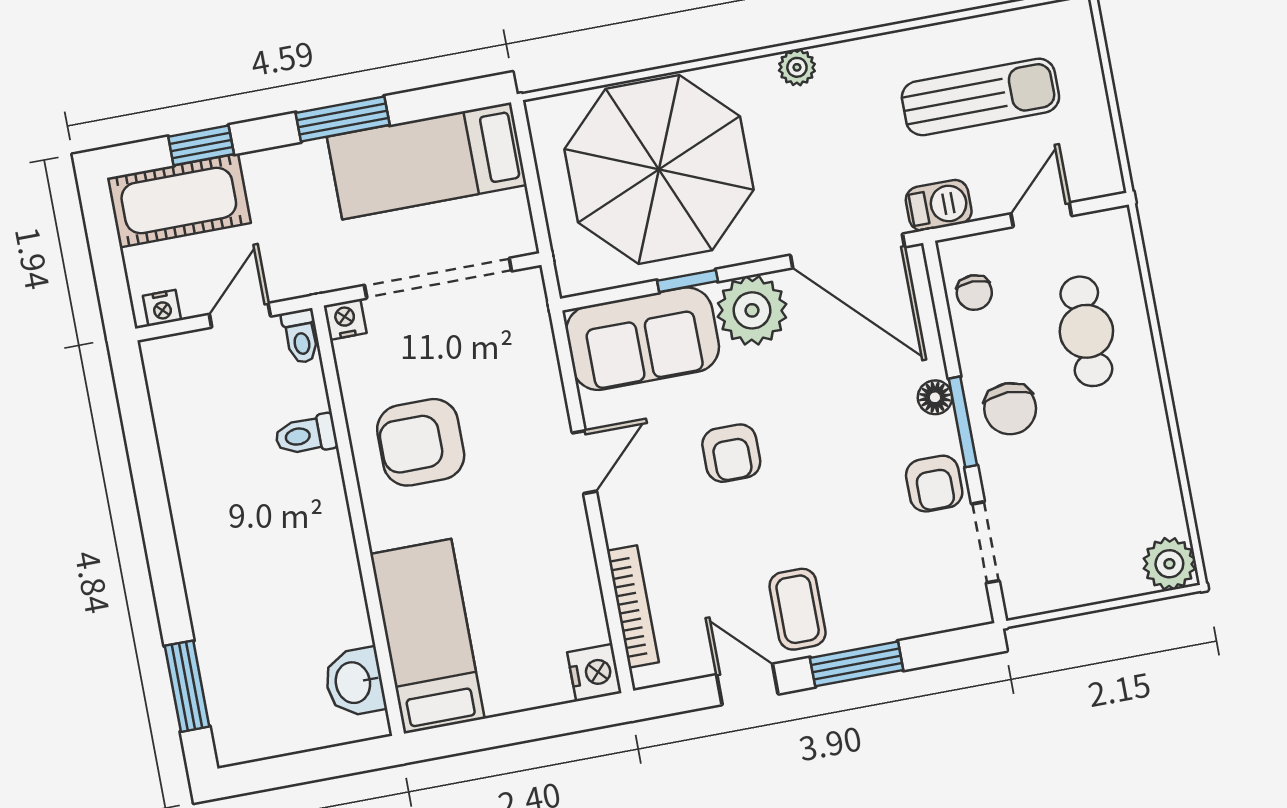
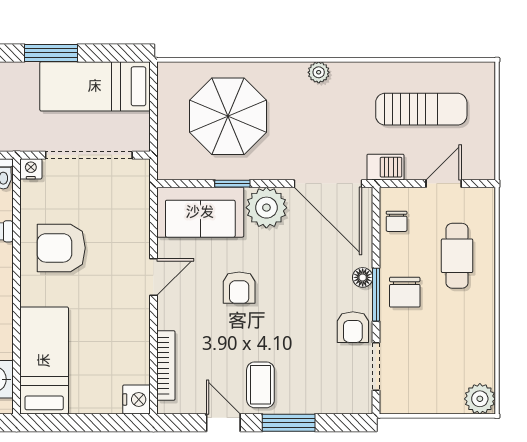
parasol: (659, 169) -> (228, 116), width x0.73, depth x0.73

